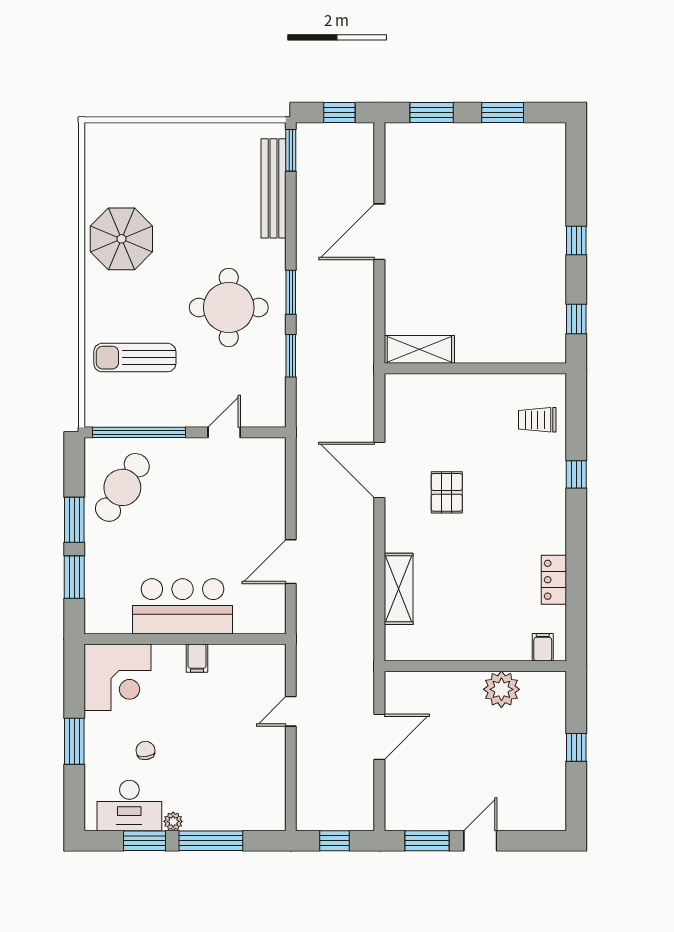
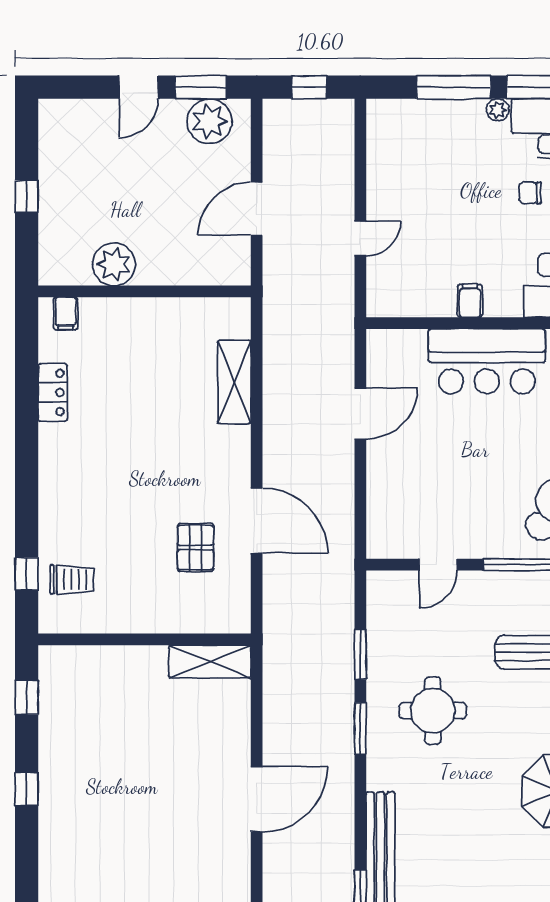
round table: (229, 307) -> (433, 711), width x0.73, depth x0.73
window: (576, 474) -> (27, 574), moved
pallet: (447, 492) -> (196, 547), moved
chair: (145, 750) -> (530, 193), turned 98
plant: (420, 812) -> (210, 121), added

